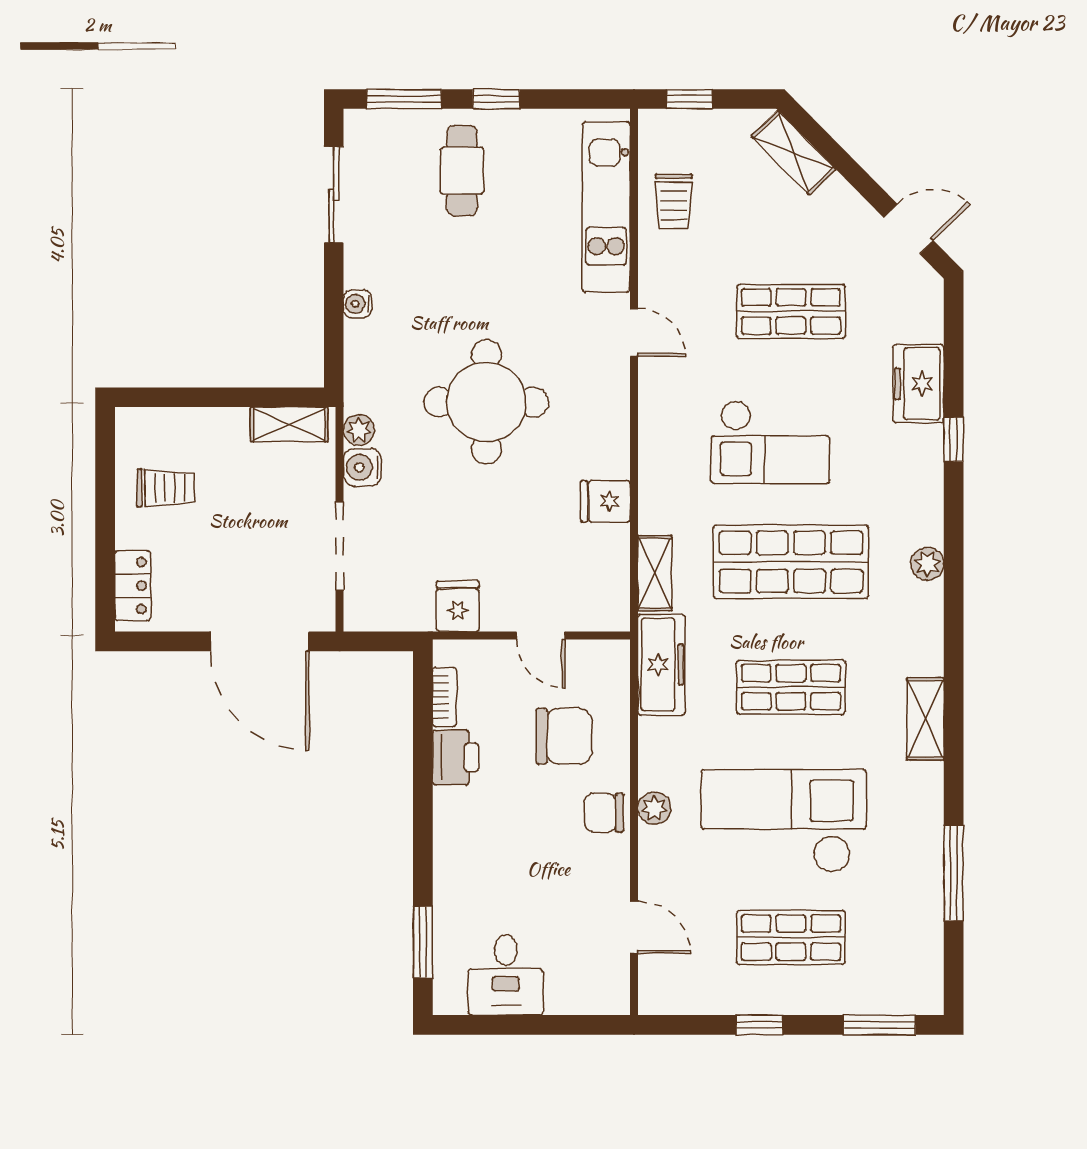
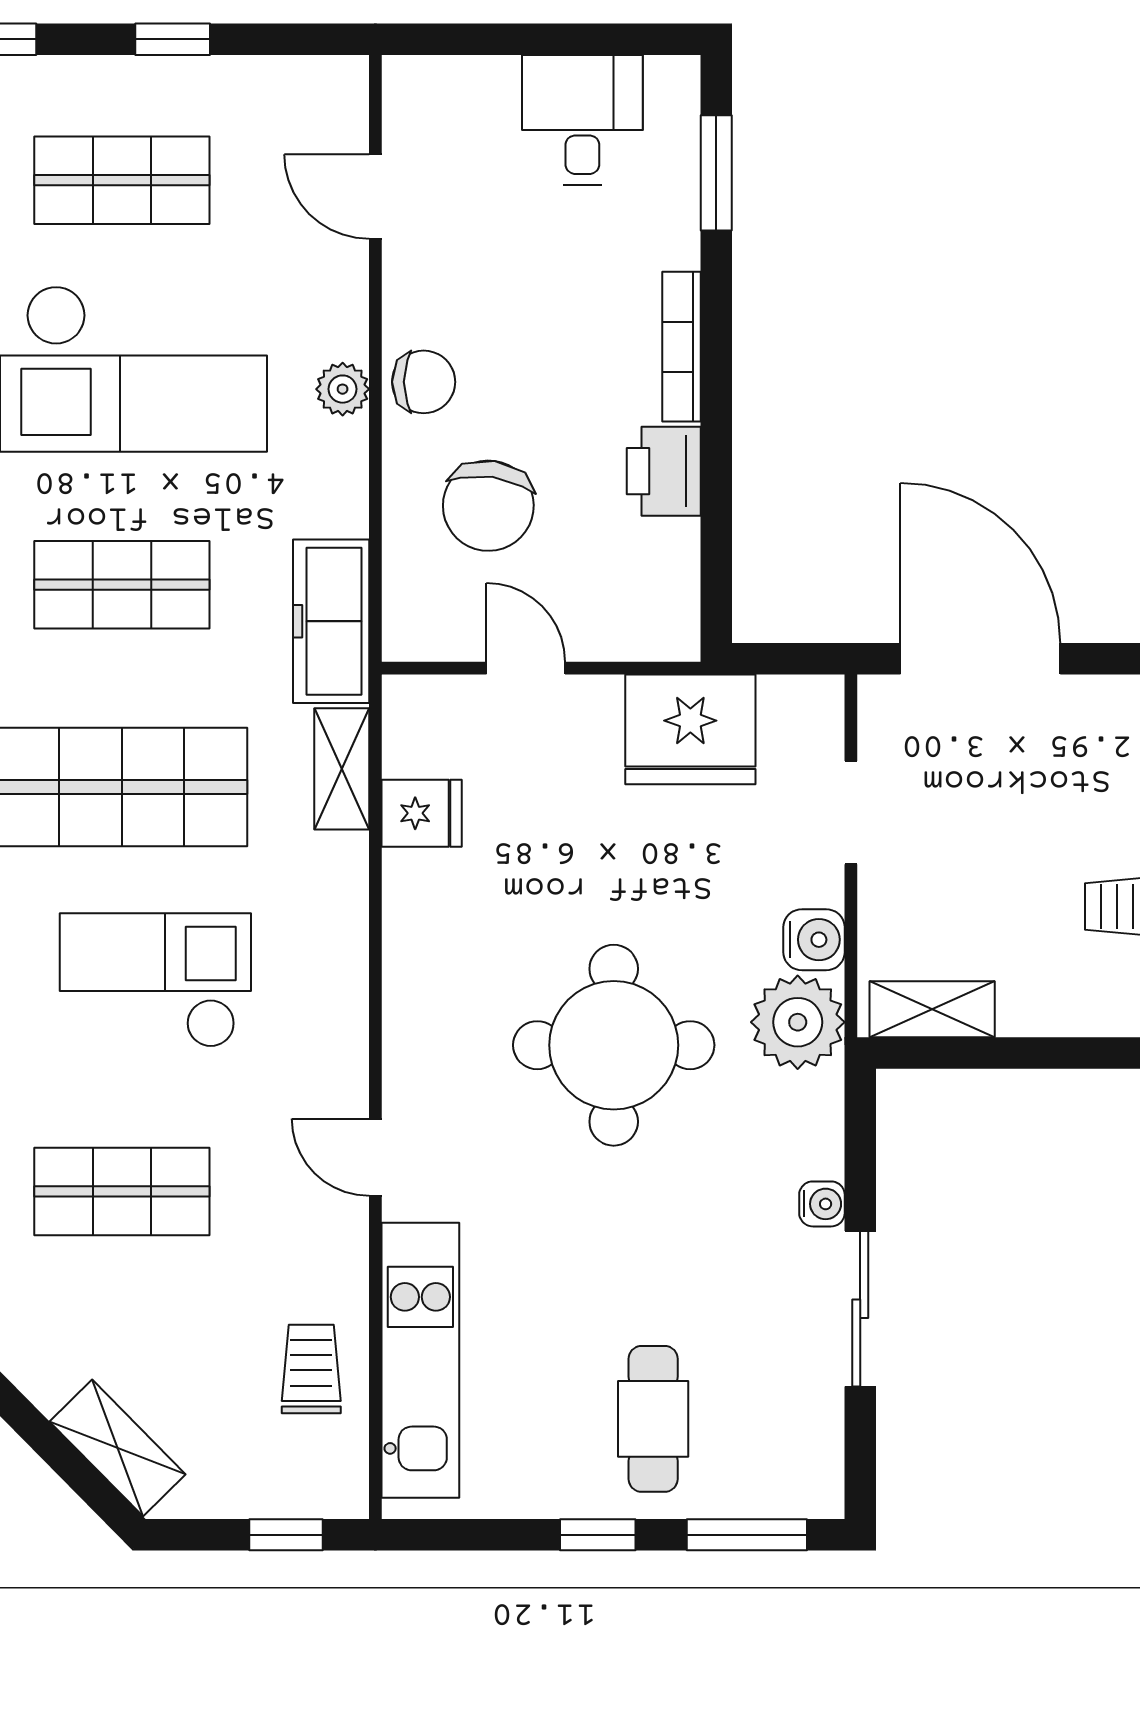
sliding door: (334, 195) -> (860, 1309), moved
plant: (359, 430) -> (798, 1022), width x1.88, depth x1.88
fridge: (605, 501) -> (422, 813), moved
doorway: (340, 546) -> (851, 813), width x0.73
fridge: (458, 606) -> (690, 729), width x1.88, depth x1.34
bookcase: (444, 697) -> (682, 347), moved, width x1.56
chair: (564, 736) -> (488, 506), turned -82

